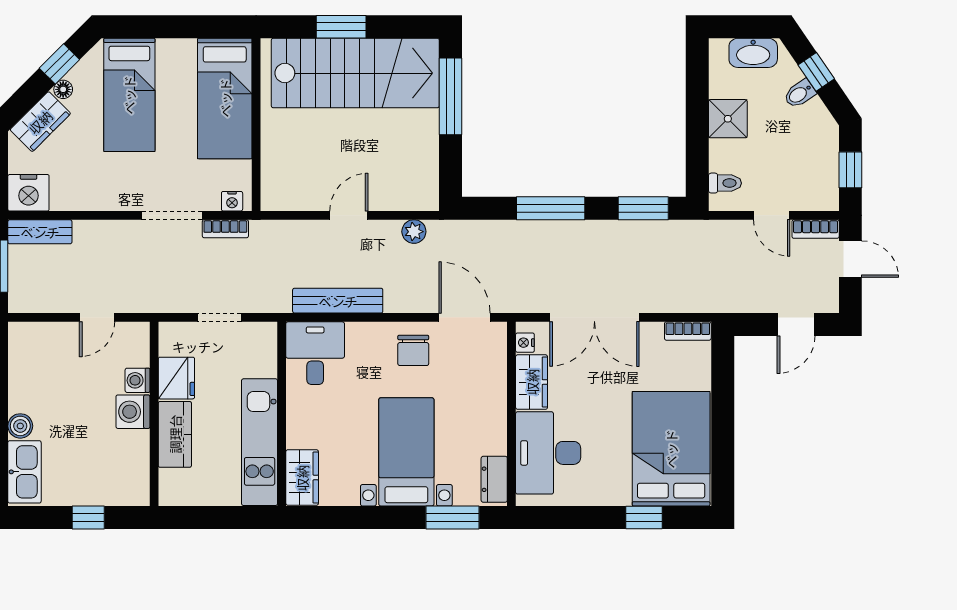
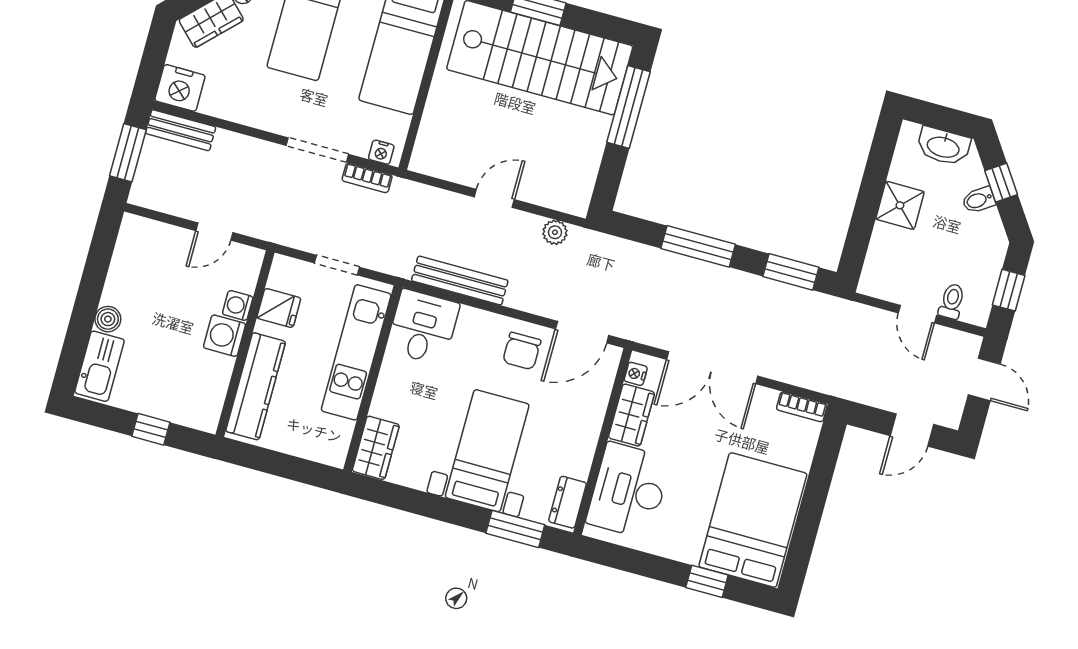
toilet: (725, 183) -> (952, 301), moved, turned -90
bookcase: (816, 229) -> (958, 340), removed
door: (464, 317) -> (582, 332), swing flipped
fridge: (176, 378) -> (279, 308), width x0.72
kitchen counter: (175, 434) -> (256, 386), width x1.50
kitchen unit: (260, 442) -> (356, 352), moved

